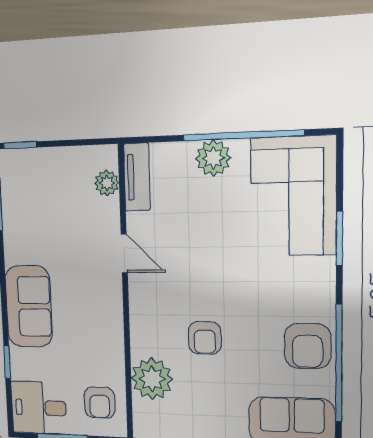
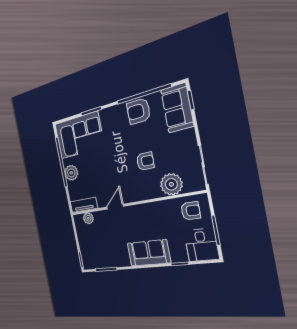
armchair: (308, 346) -> (139, 111), turned 180

